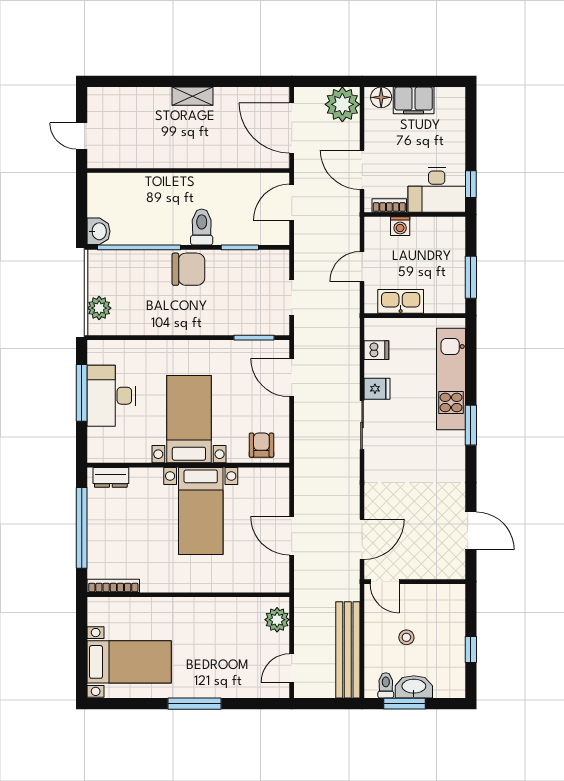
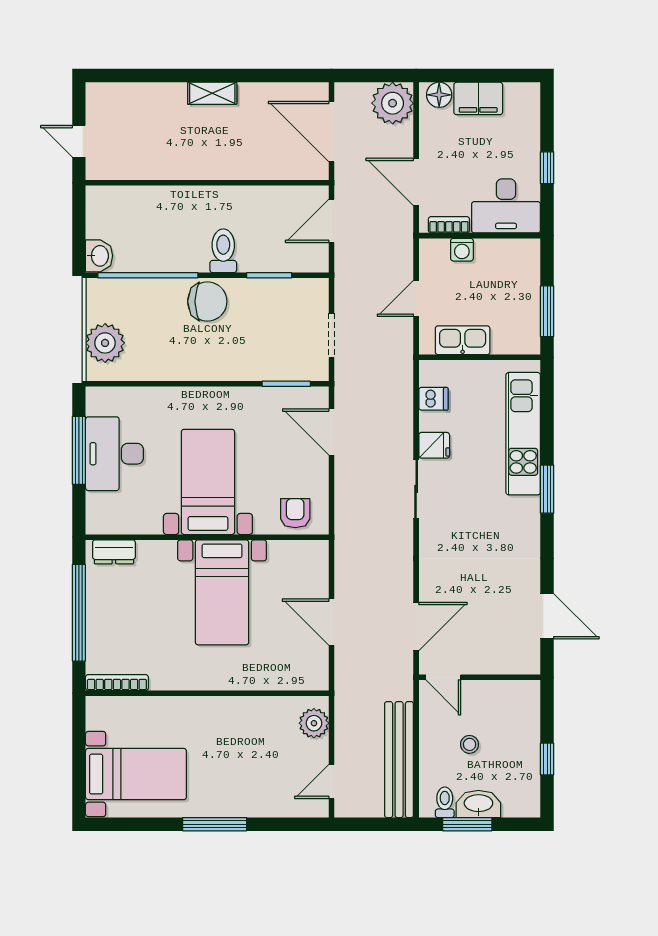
window: (471, 184) -> (547, 168), moved
plant: (99, 308) -> (105, 343), width x1.36, depth x1.36

